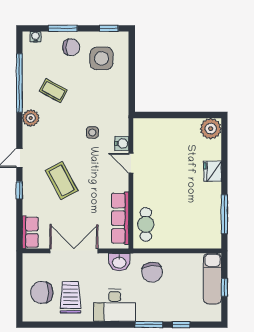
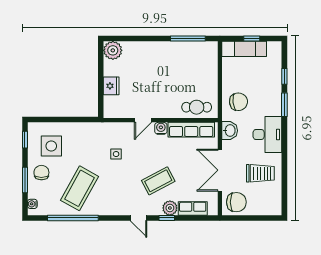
coffee table: (53, 91) -> (79, 188), width x1.86, depth x1.72
plant: (31, 118) -> (170, 208), moved
water cooler: (122, 143) -> (161, 128), moved
fridge: (213, 171) -> (111, 86), moved, turned -90
row of seats: (30, 232) -> (193, 208), moved
chair: (42, 292) -> (236, 202), moved, turned -90
trolley: (70, 297) -> (260, 173), turned 180

